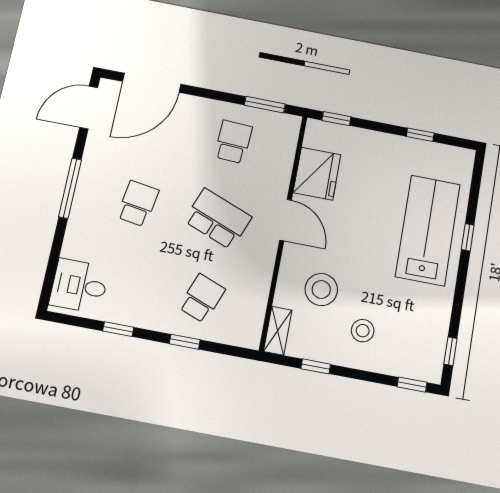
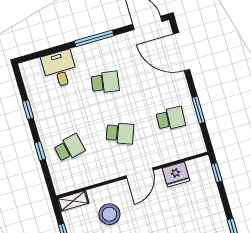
window: (265, 105) -> (198, 110), moved
fridge: (317, 174) -> (176, 174), width x0.73, depth x0.75
school desk: (218, 219) -> (120, 133), width x0.54
desk: (79, 286) -> (60, 69), moved
school desk: (202, 298) -> (69, 148), turned -33

